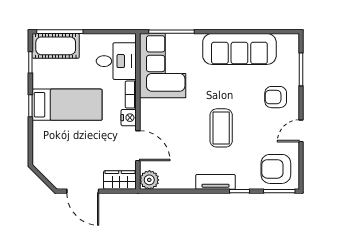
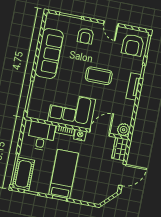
corner sofa: (163, 66) -> (72, 110), moved

